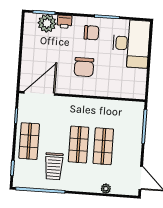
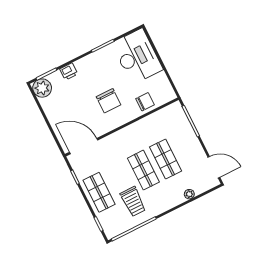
plant: (47, 23) -> (42, 88), moved
chair: (91, 33) -> (145, 102), moved
door: (39, 93) -> (84, 146), hinge flipped

